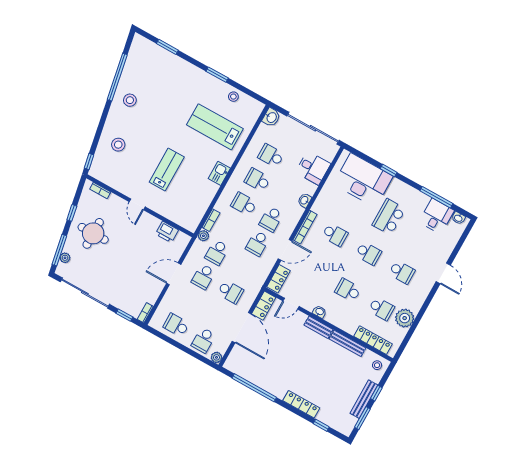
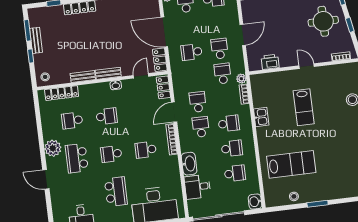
kitchen sink: (219, 173) -> (261, 117), moved
washbasin: (305, 200) -> (189, 164), width x1.91, depth x1.45
school desk: (402, 272) -> (77, 158), width x1.85
plant: (405, 318) -> (53, 148), moved
bench: (347, 343) -> (83, 76), width x0.73
bench: (364, 399) -> (36, 40), width x0.73

